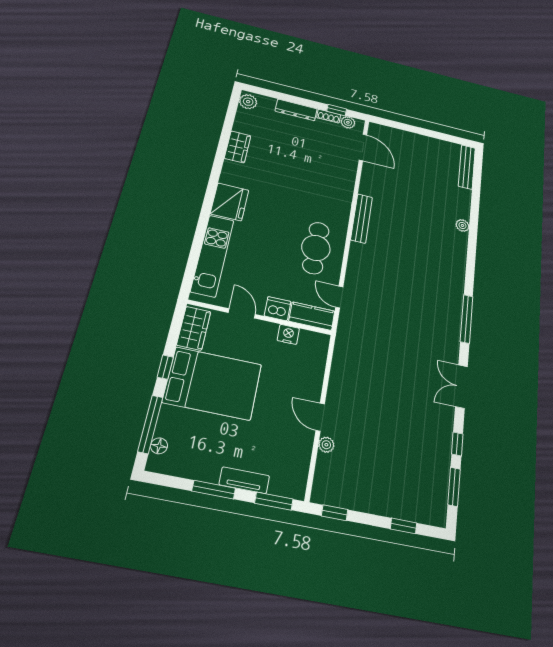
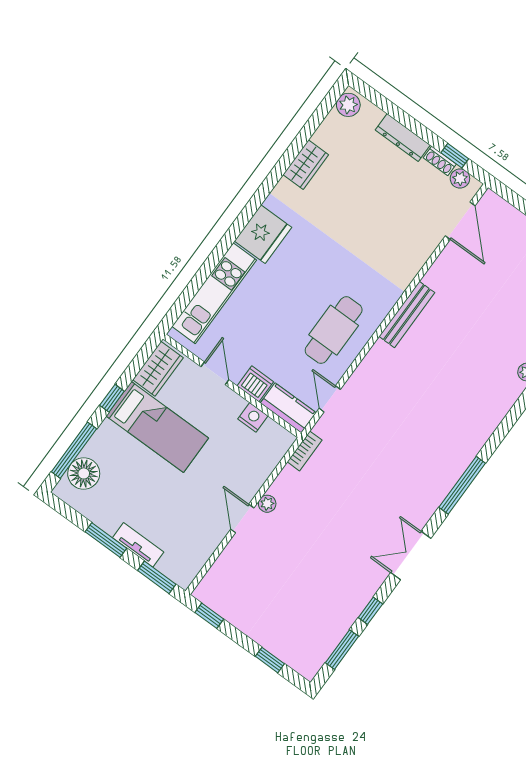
bookcase: (341, 343) -> (305, 451), added
bed: (213, 383) -> (157, 427), width x0.67
plant: (326, 445) -> (267, 504), moved
floor lamp: (159, 446) -> (84, 473), width x1.89, depth x1.89

